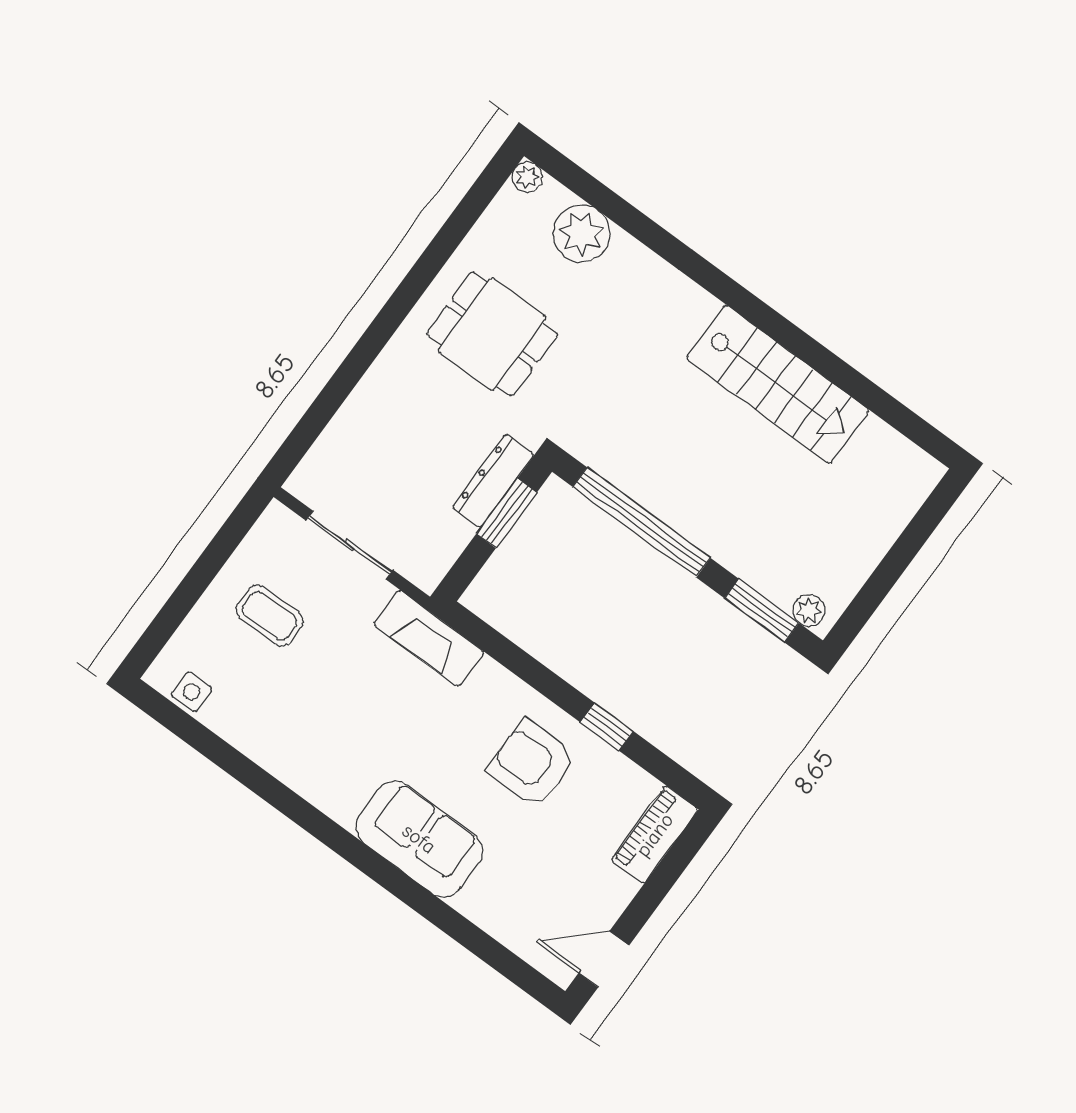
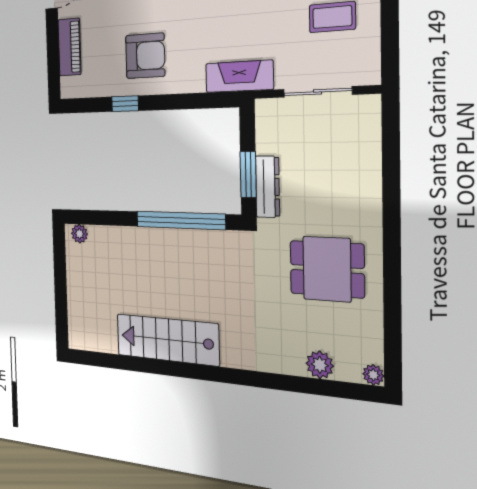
plant: (581, 233) -> (320, 365), width x0.73, depth x0.73
window: (762, 611) -> (99, 218), removed
piano: (655, 835) -> (69, 47), moved

